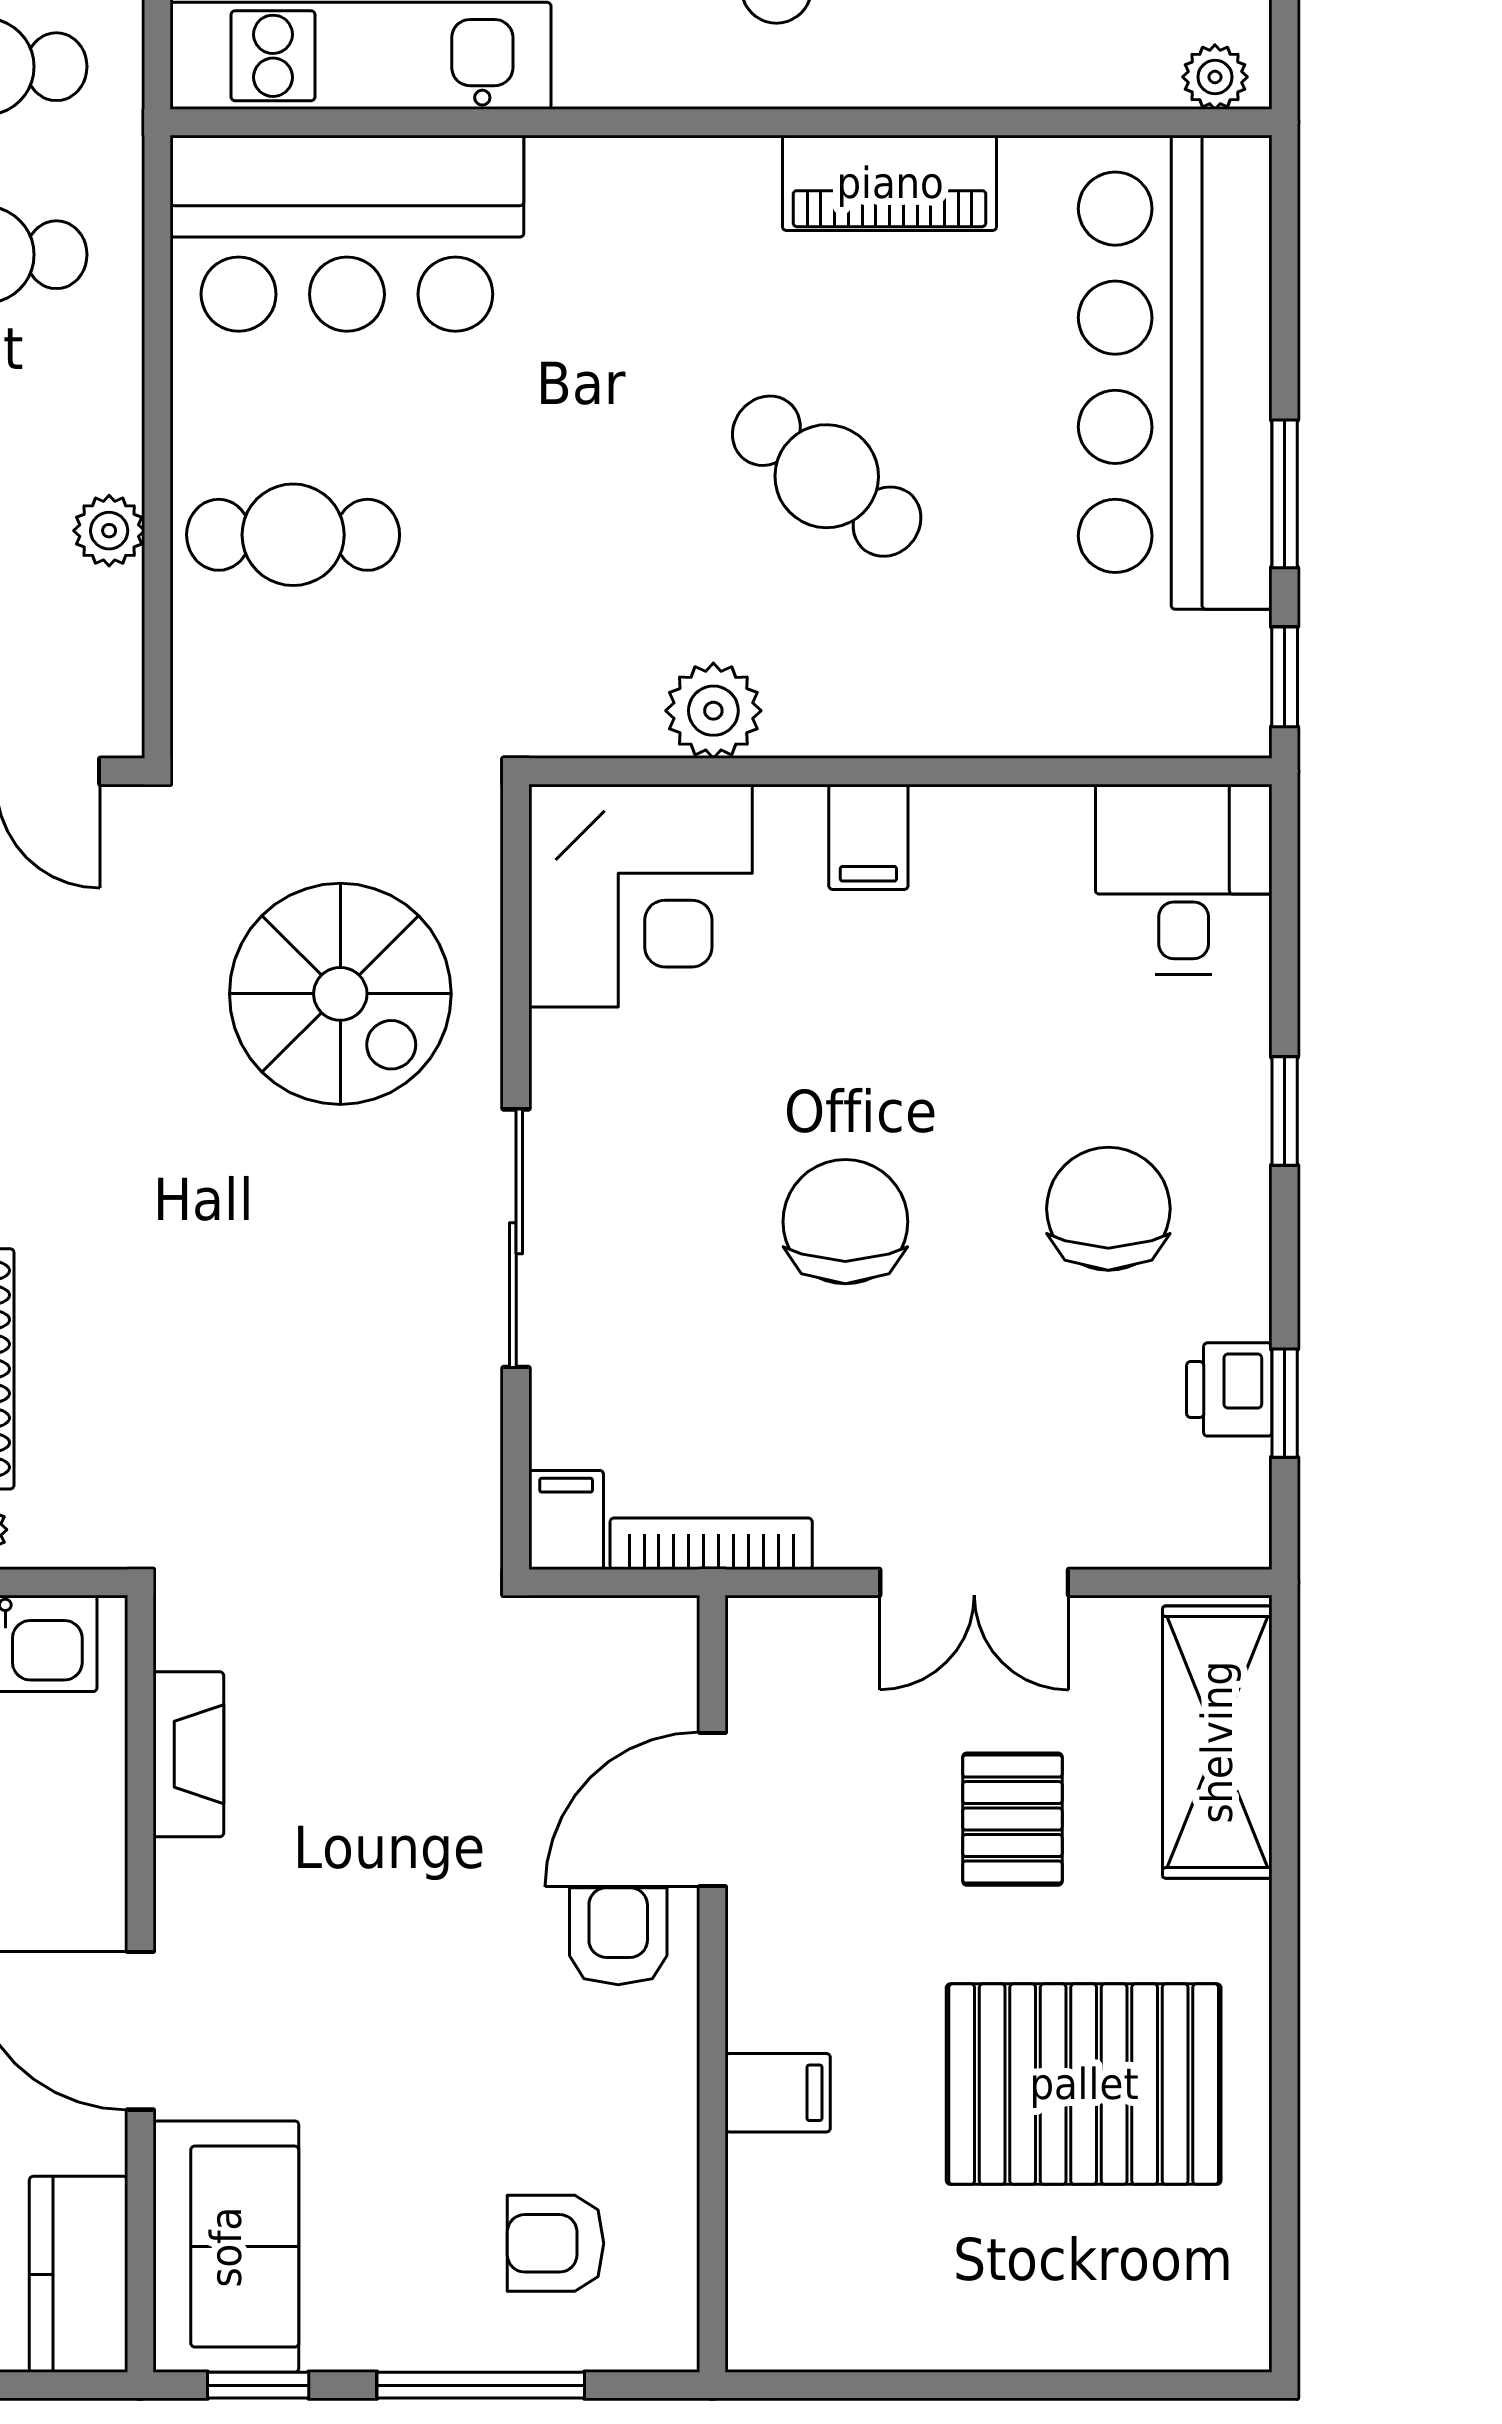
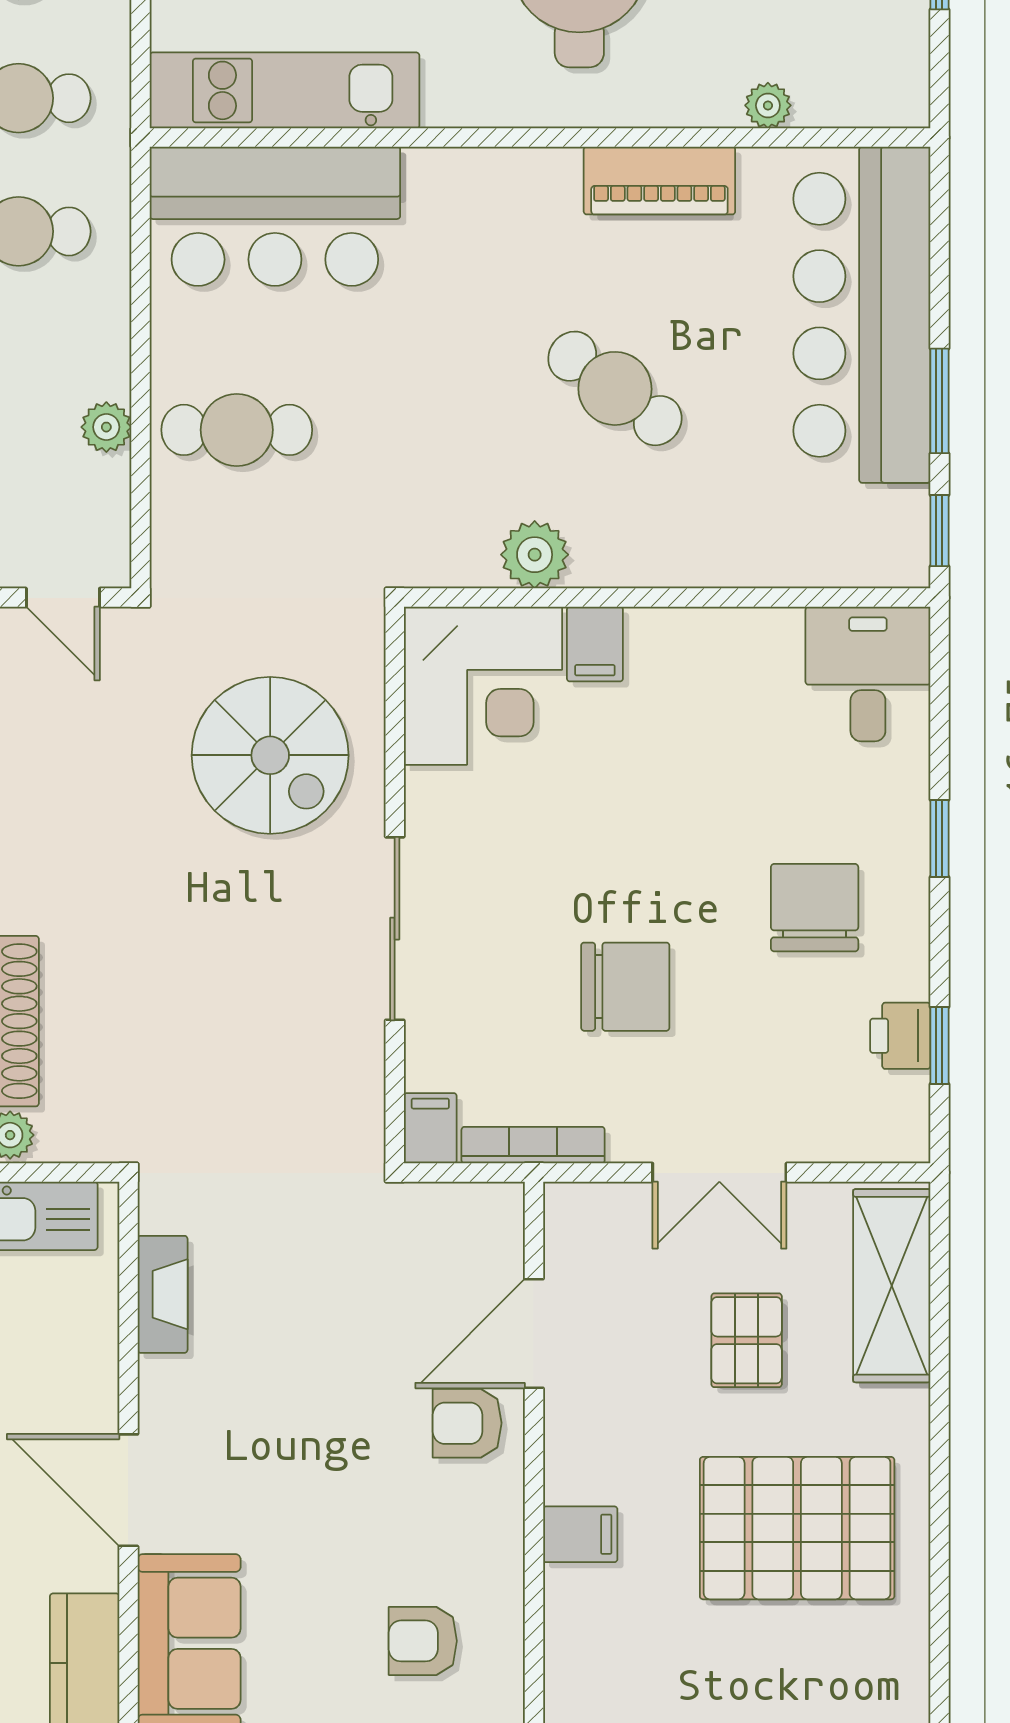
plant: (1215, 77) -> (768, 105), moved
filing cabinet: (868, 837) -> (595, 644), moved
chair: (845, 1222) -> (625, 987), moved, turned 90
armchair: (618, 1936) -> (467, 1423), turned -90

